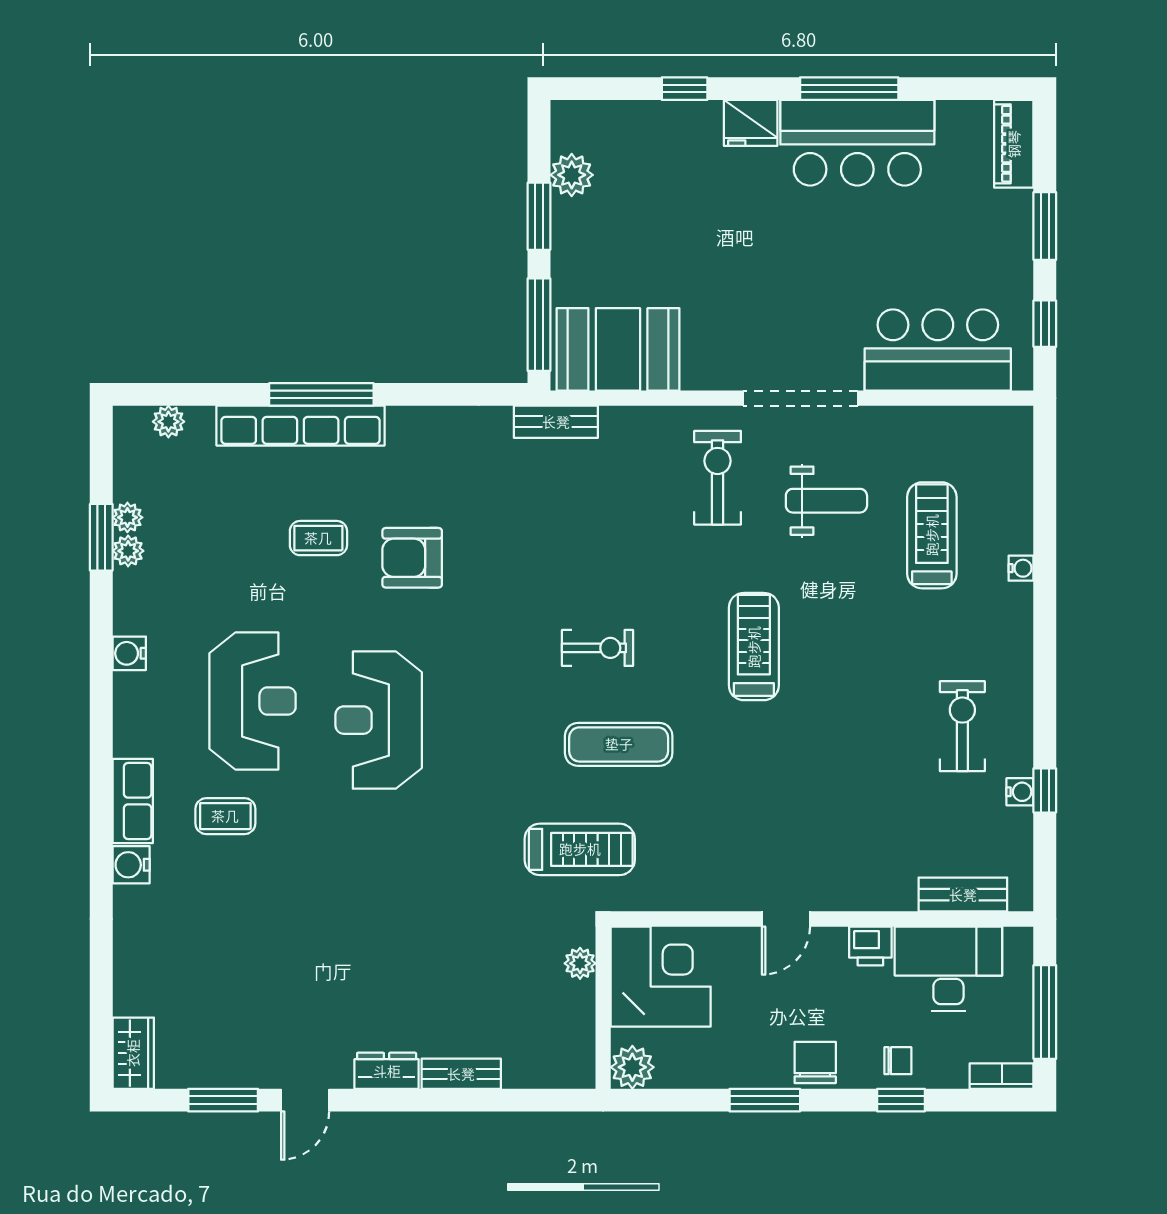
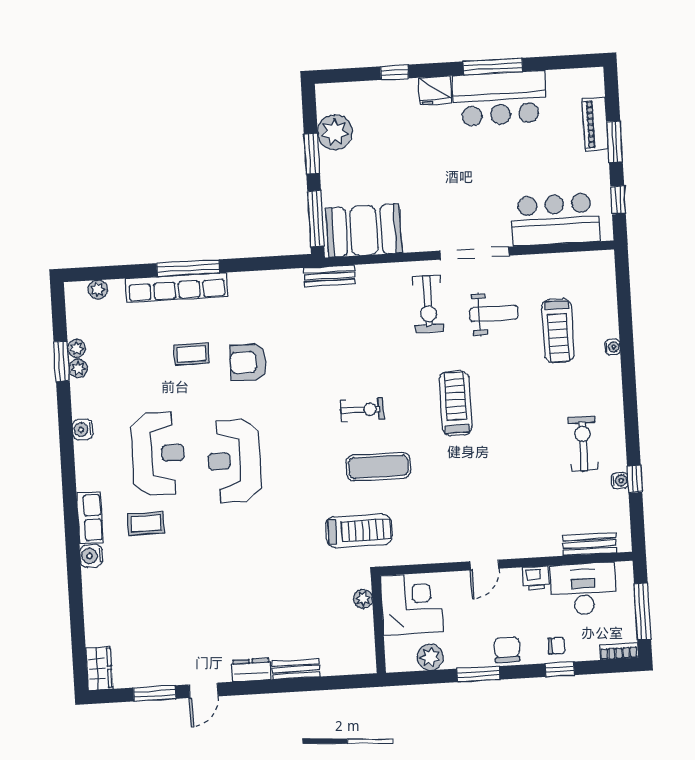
piano: (1014, 144) -> (595, 124), moved
plant: (572, 175) -> (335, 132), width x1.36, depth x1.36
exercise bike: (718, 478) -> (428, 304), turned 180
treadmill: (932, 535) -> (558, 331), turned 180
plant: (632, 1067) -> (430, 657), moved

